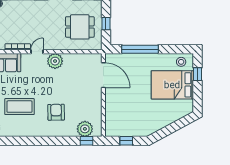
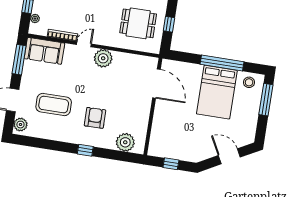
window: (140, 49) -> (222, 63), moved
window: (198, 74) -> (266, 100), width x2.17
bed: (172, 85) -> (217, 92), moved, turned -90
door: (174, 127) -> (229, 156), added
window: (86, 141) -> (85, 150), moved

